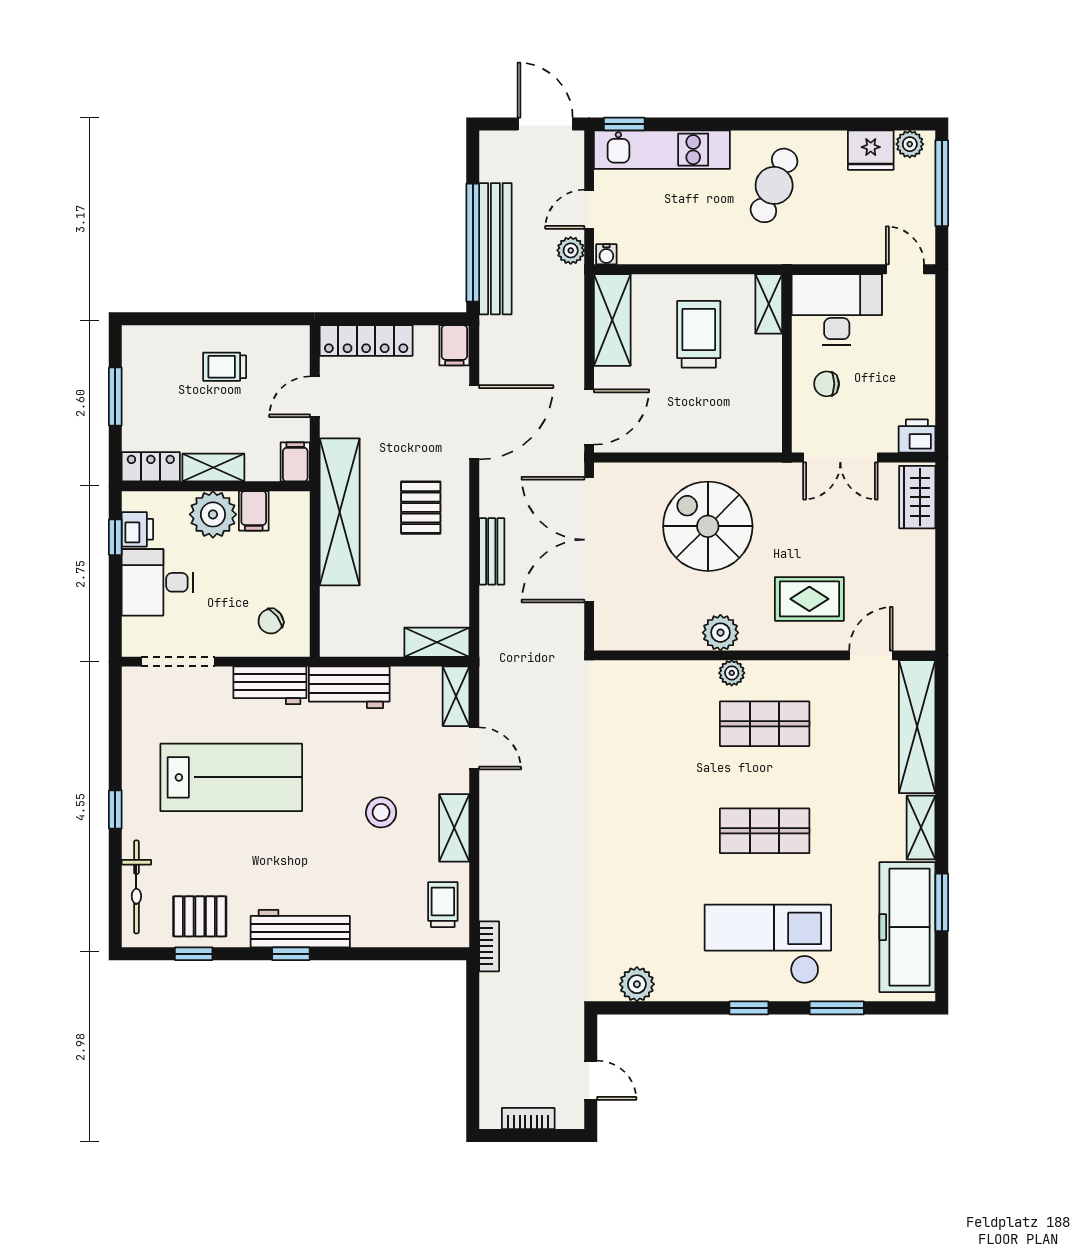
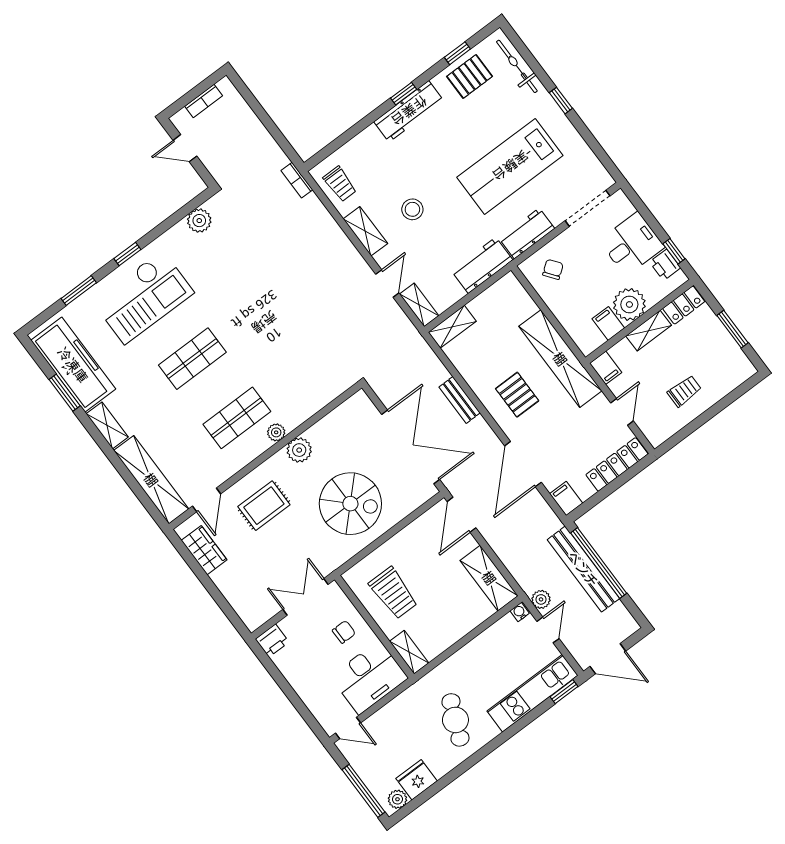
trolley: (699, 334) -> (393, 593), moved
wardrobe: (917, 497) -> (204, 550), moved
door: (474, 748) -> (387, 284), swing flipped

